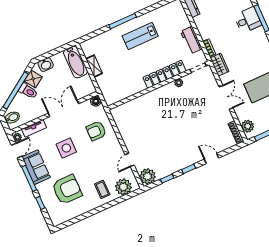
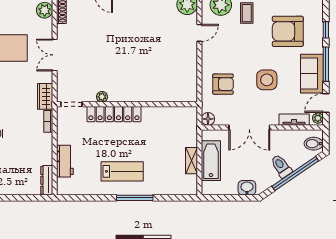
workbench: (191, 40) -> (65, 161), moved
bathtub: (76, 62) -> (211, 161), moved
shower: (33, 79) -> (269, 178), removed

